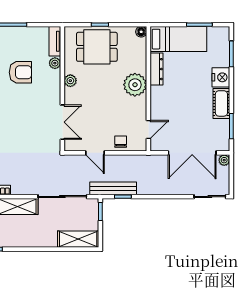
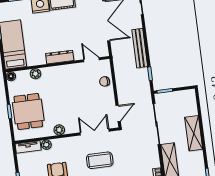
dresser: (156, 69) -> (60, 57), moved
plant: (135, 85) -> (35, 74), moved, width x0.53, depth x0.53
coffee table: (28, 124) -> (100, 160), added
door: (95, 153) -> (118, 113), moved
bench: (113, 188) -> (140, 48), moved
shelving: (78, 239) -> (194, 133), moved

